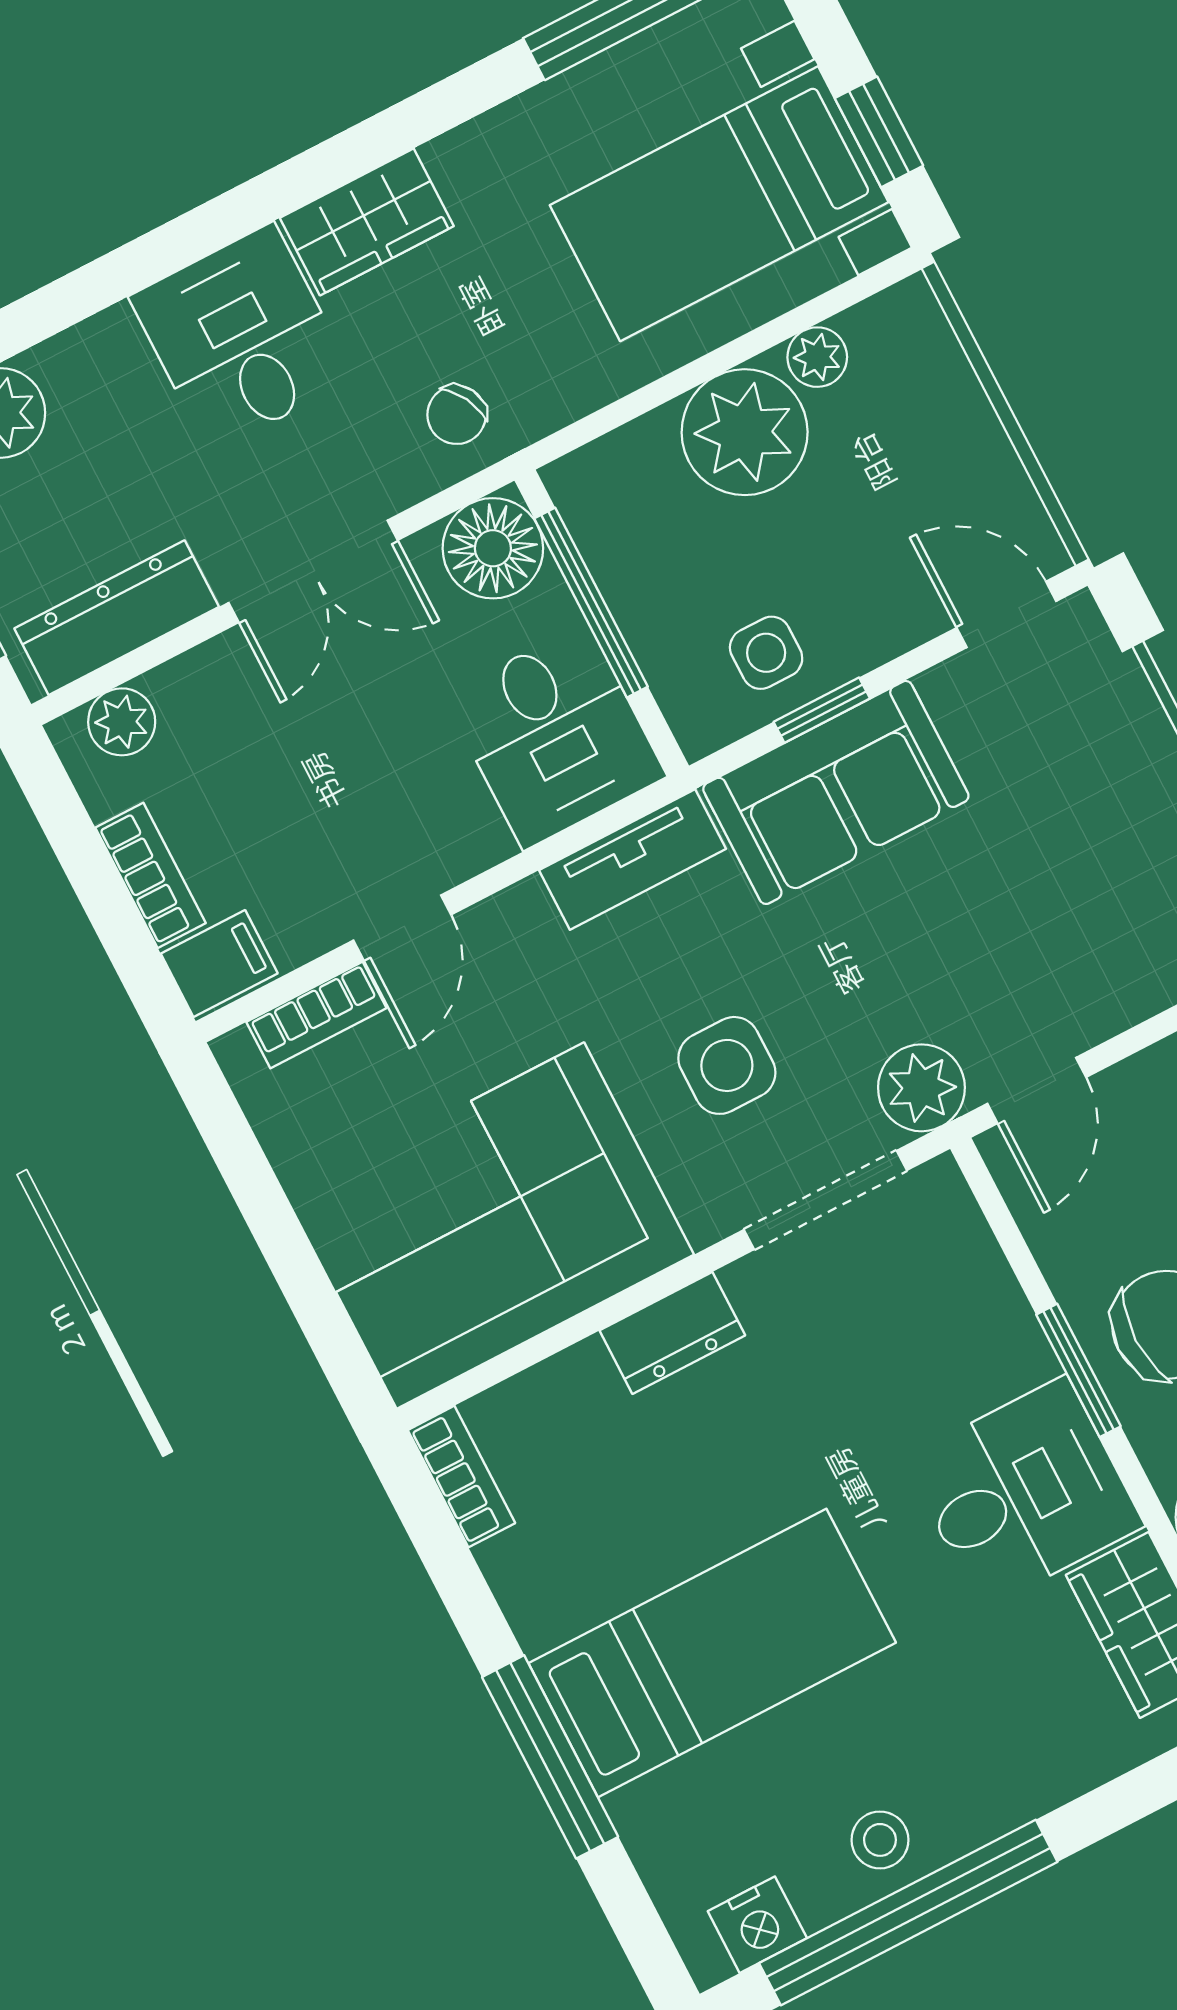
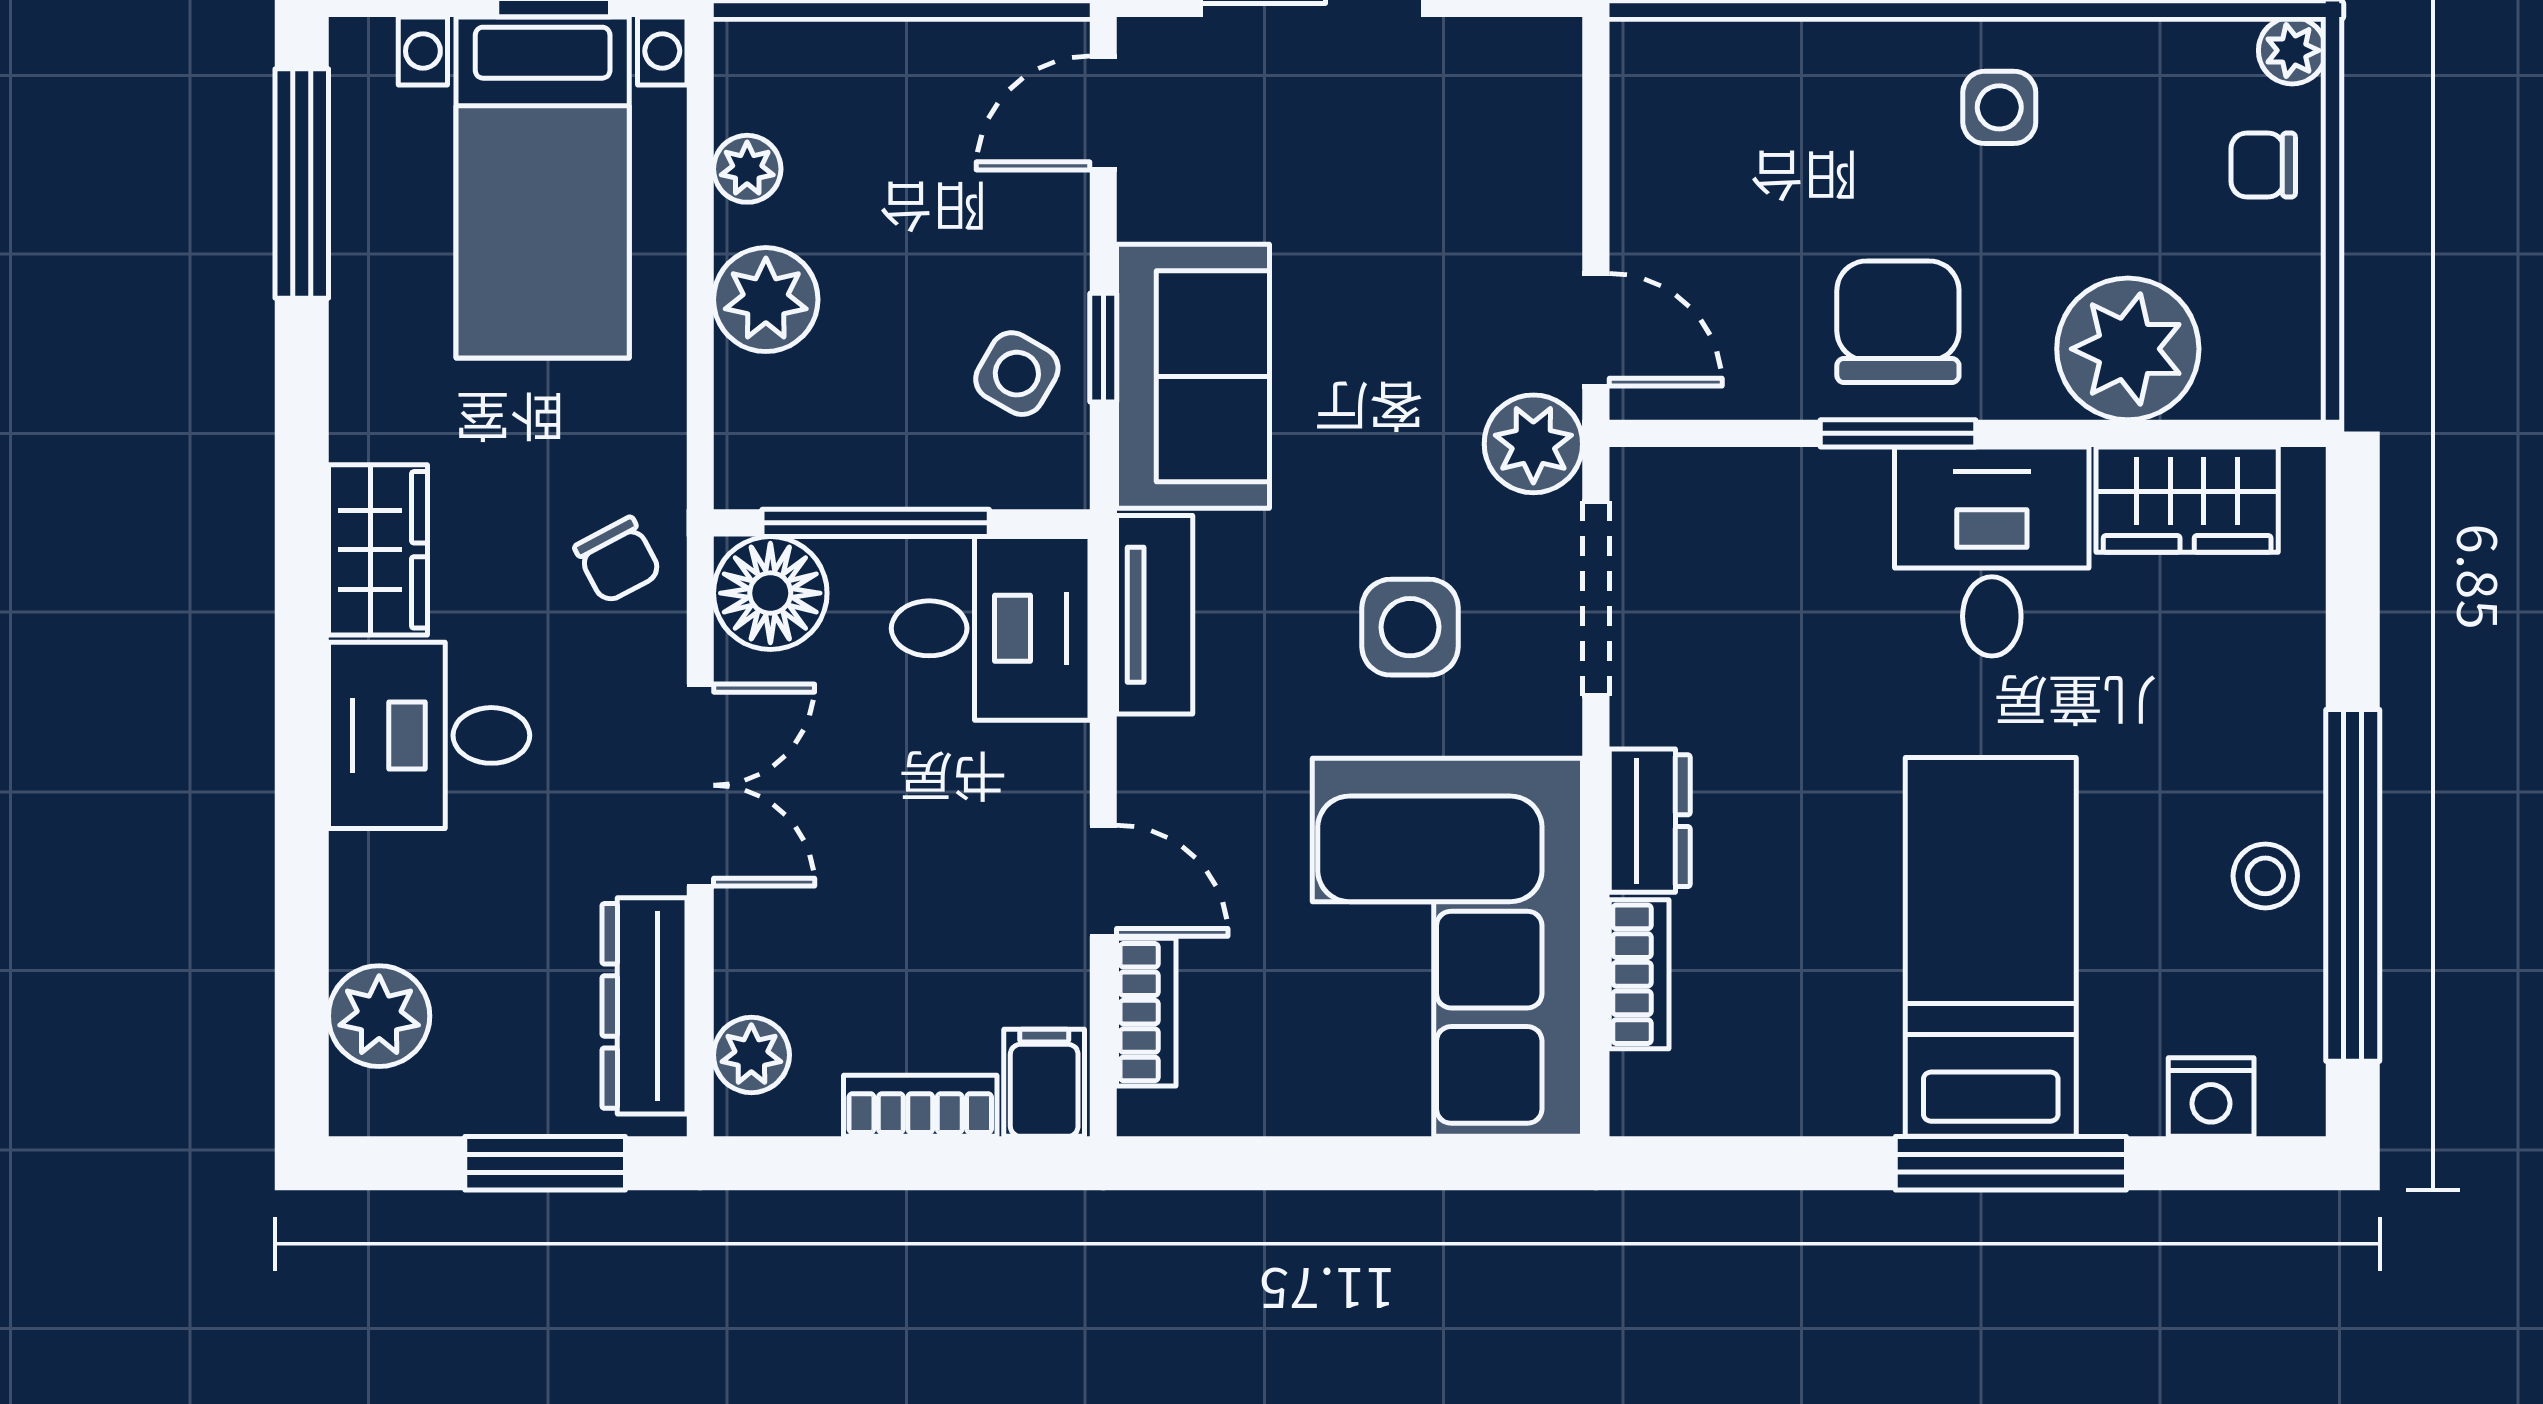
plant: (745, 432) -> (766, 300), width x0.73, depth x0.73
side table: (766, 653) -> (1017, 374), turned 30
bookcase: (461, 1477) -> (1639, 974), moved, turned 90
nightstand: (757, 1925) -> (2211, 1097), moved, turned 90

